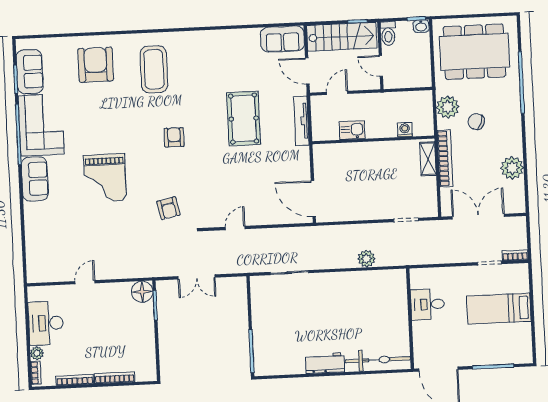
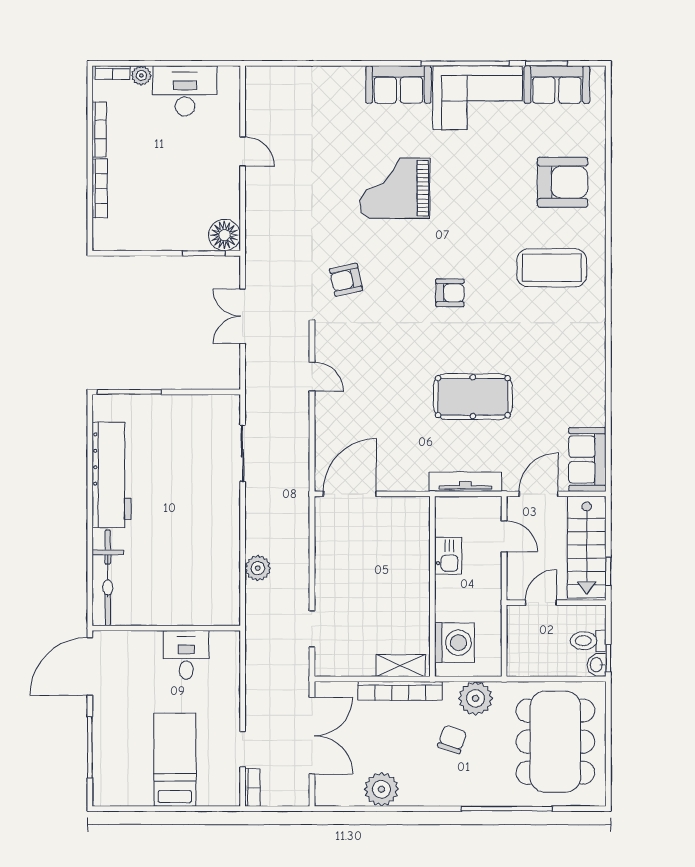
toilet: (388, 33) -> (588, 641), moved
washing machine: (405, 130) -> (454, 643), width x1.89, depth x1.89
workbench: (325, 363) -> (111, 475), width x1.88, depth x1.32

